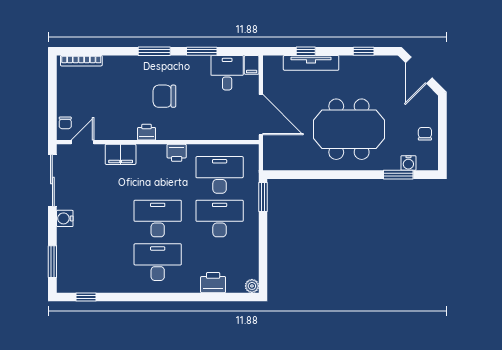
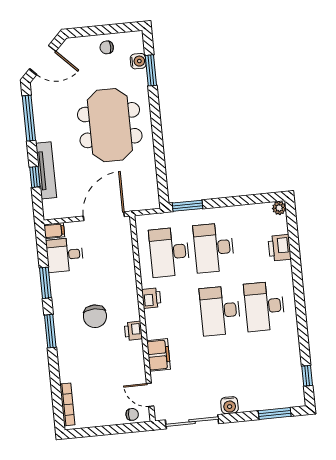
window: (364, 51) -> (29, 118), width x2.17

